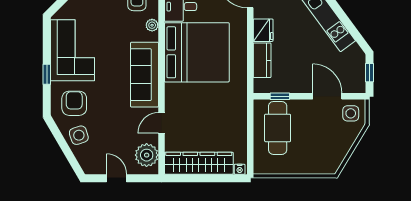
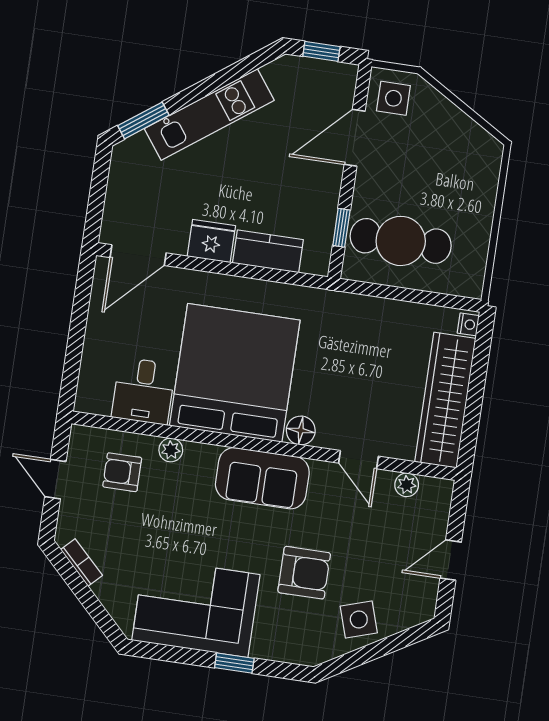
sofa: (144, 75) -> (262, 478), width x0.73
floor lamp: (172, 91) -> (301, 431), added
armchair: (74, 103) -> (304, 573), moved, turned 180
plant: (147, 155) -> (407, 485), width x0.53, depth x0.53

